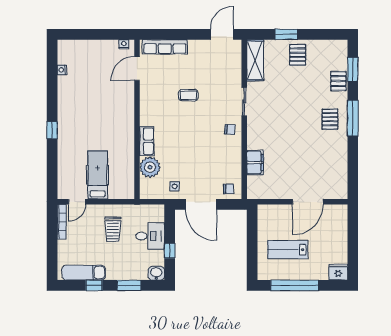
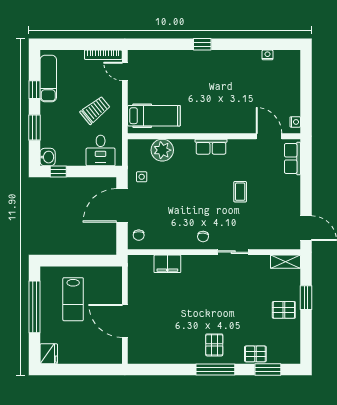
row of seats: (165, 47) -> (292, 158), width x0.68
shelving: (255, 60) -> (285, 262), width x0.67, depth x0.75
pallet: (330, 119) -> (214, 345), turned 90
row of seats: (147, 141) -> (211, 147), moved
hospital bed: (98, 175) -> (154, 116), moved
trolley: (113, 229) -> (95, 110), turned 141
desk: (150, 236) -> (101, 150), moved
lab bench: (288, 250) -> (73, 299), turned 180
window: (170, 251) -> (58, 172), moved

